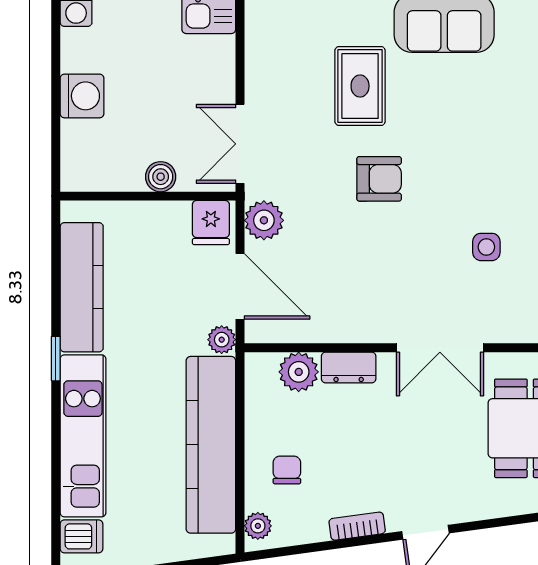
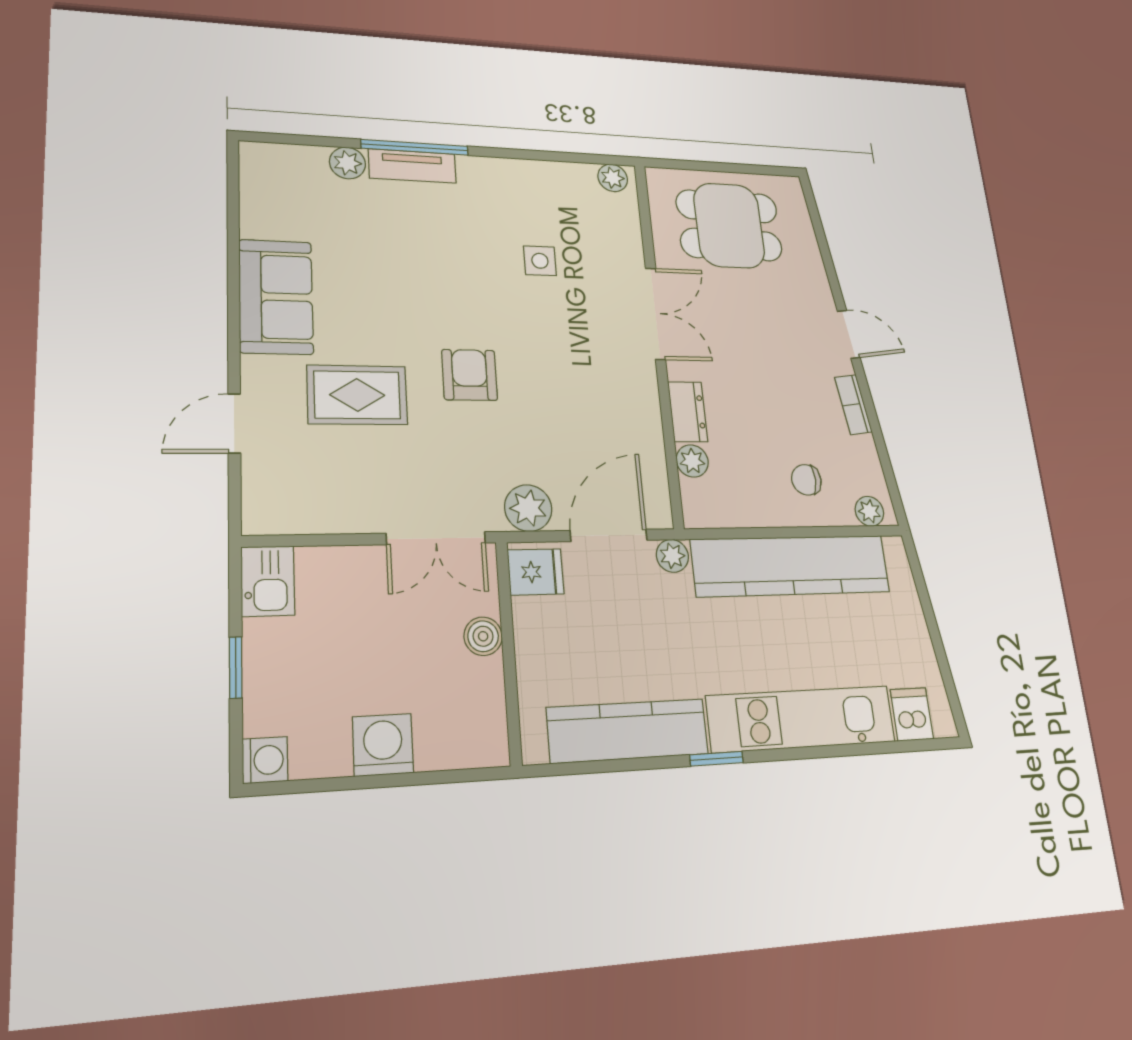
plant: (299, 372) -> (692, 461), width x0.73, depth x0.73

